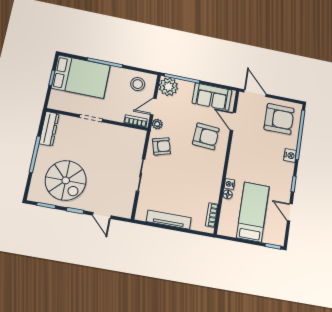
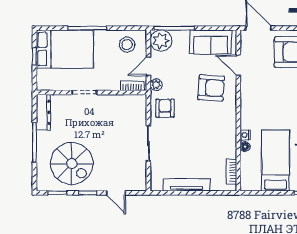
armchair: (161, 146) -> (165, 108), turned -74

